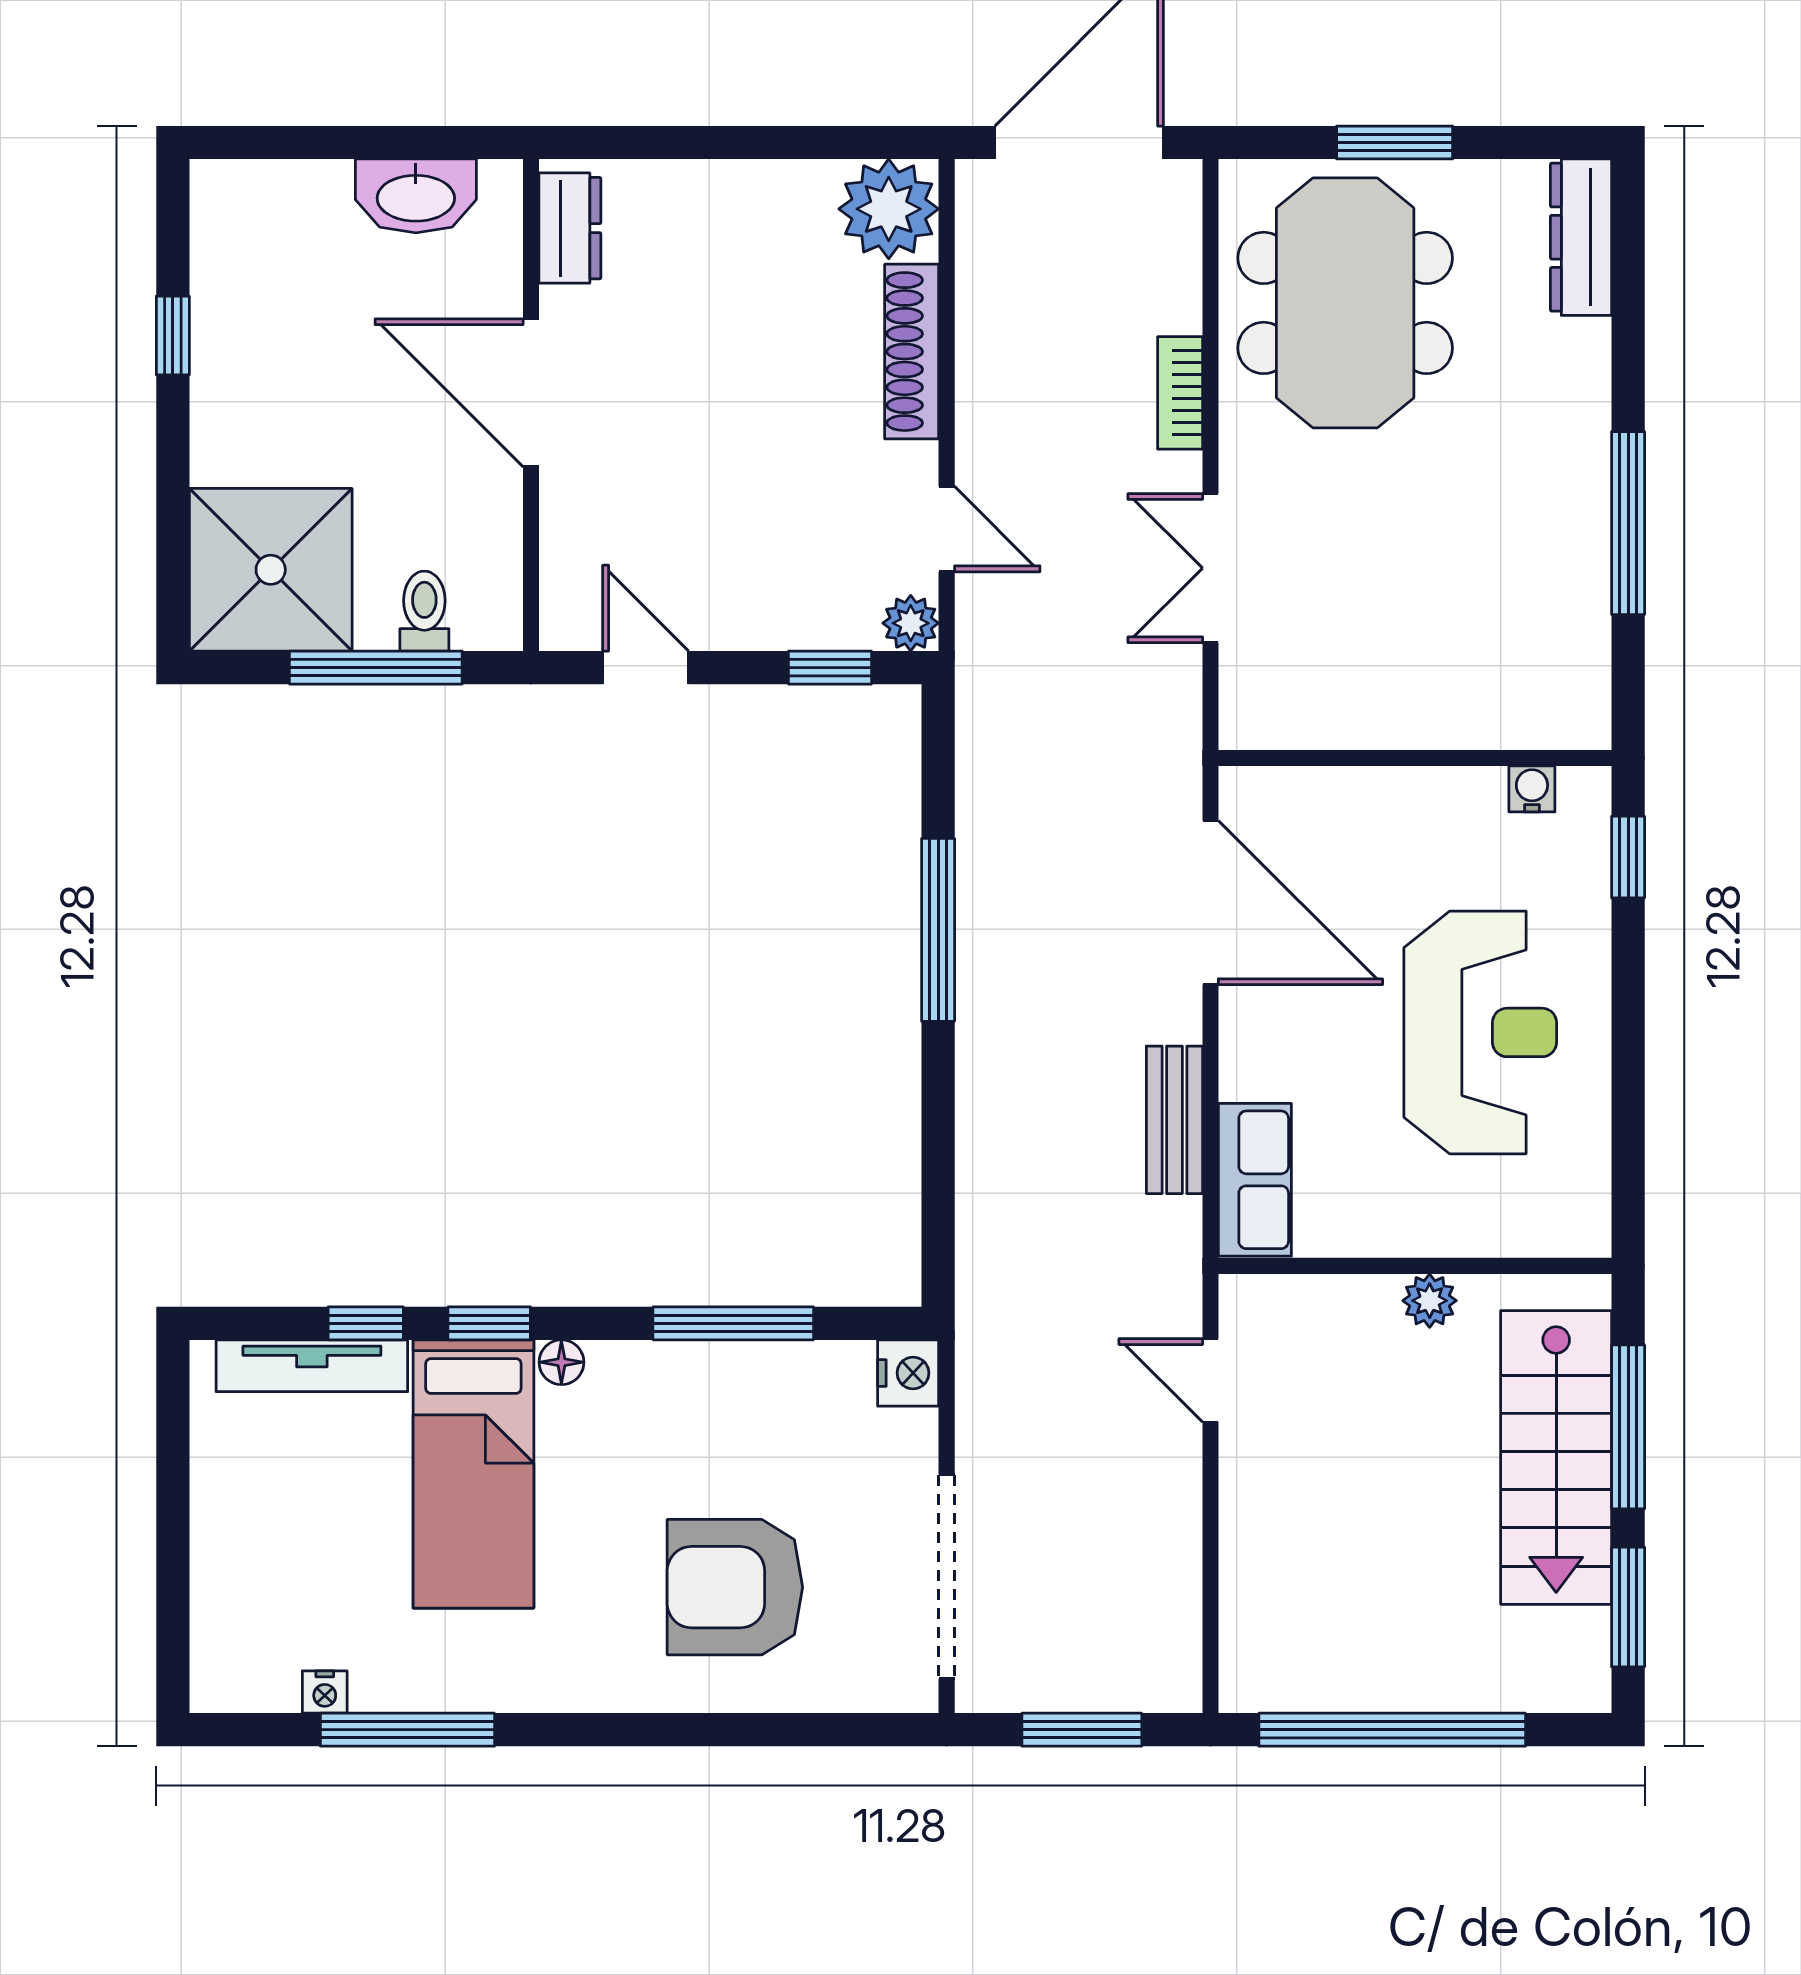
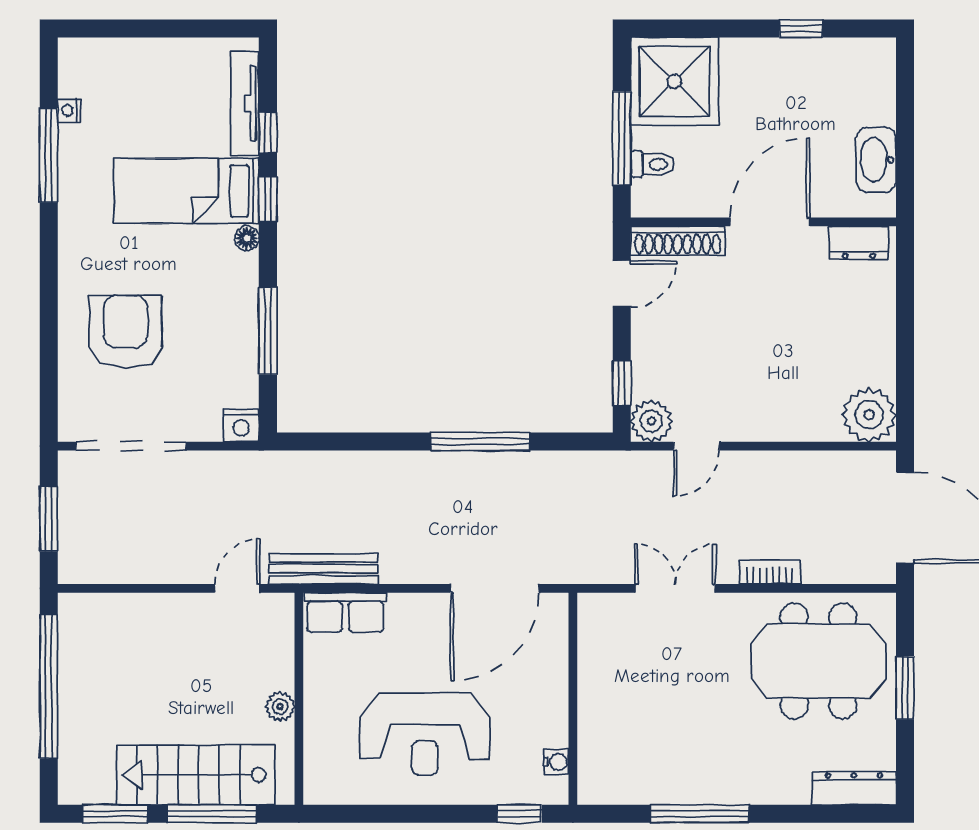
shoe rack: (912, 352) -> (678, 241), moved, turned 180
plant: (911, 623) -> (651, 421), width x1.38, depth x1.38
bench: (1174, 1120) -> (323, 569), moved, width x1.36

